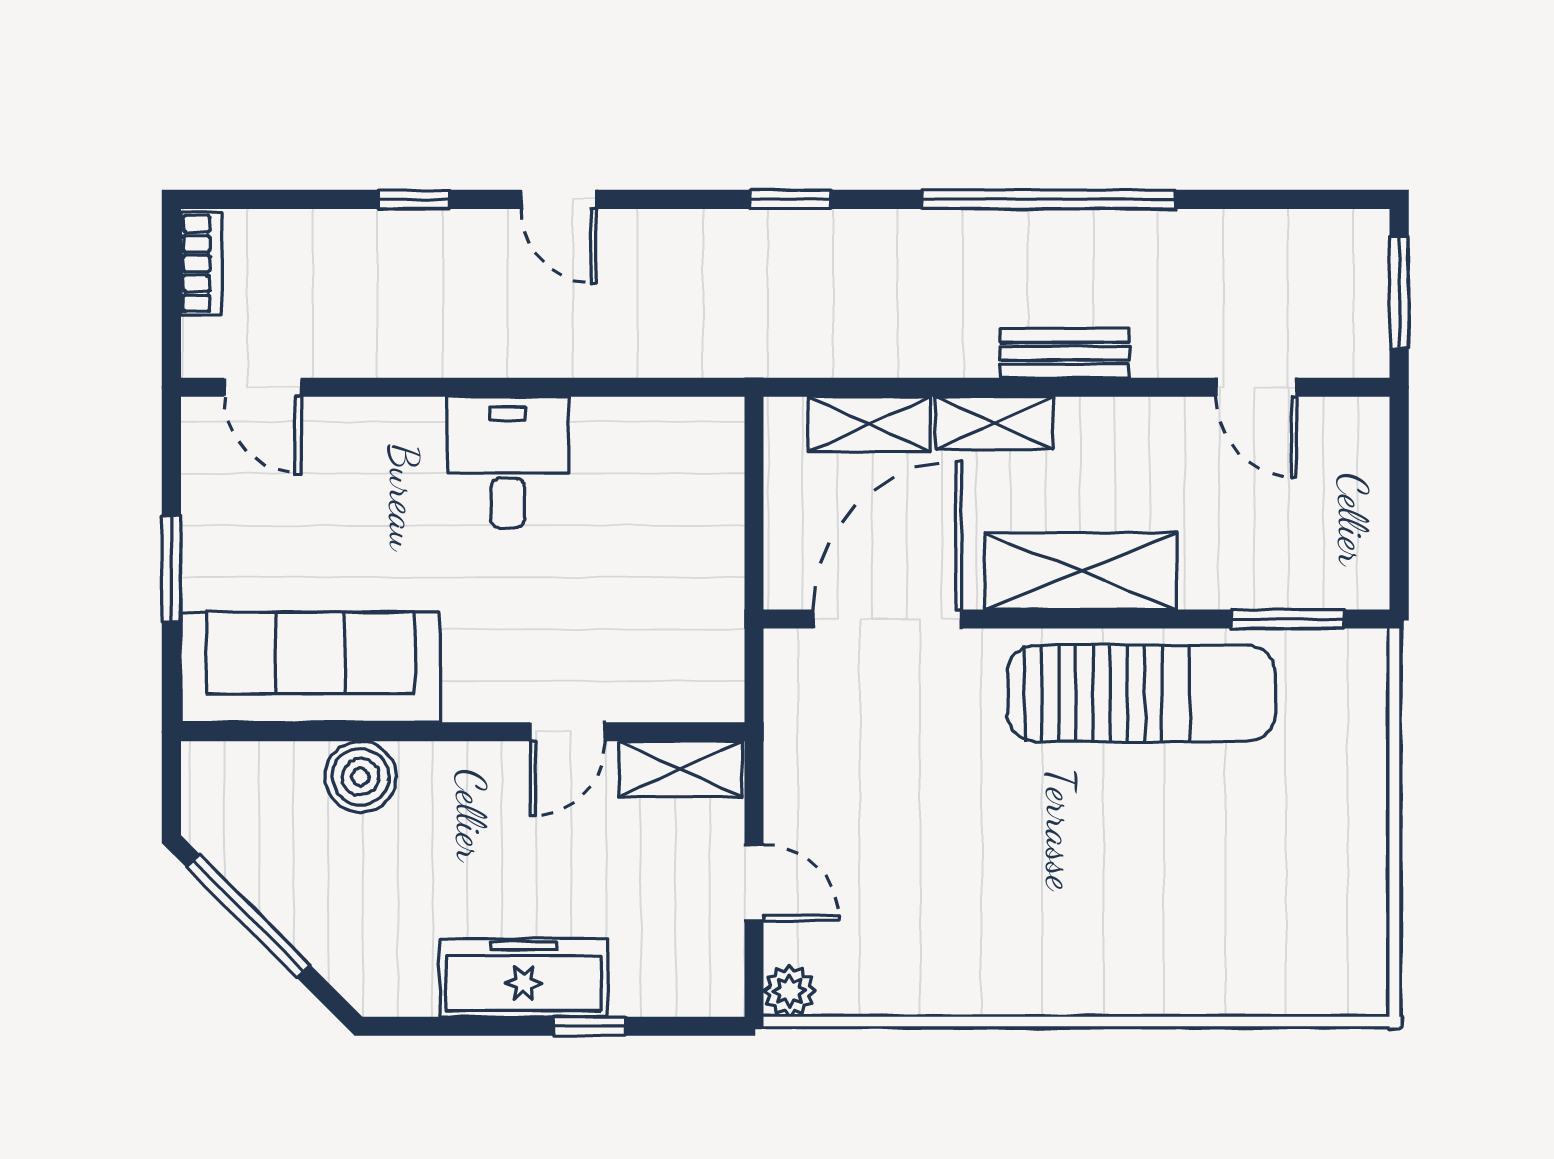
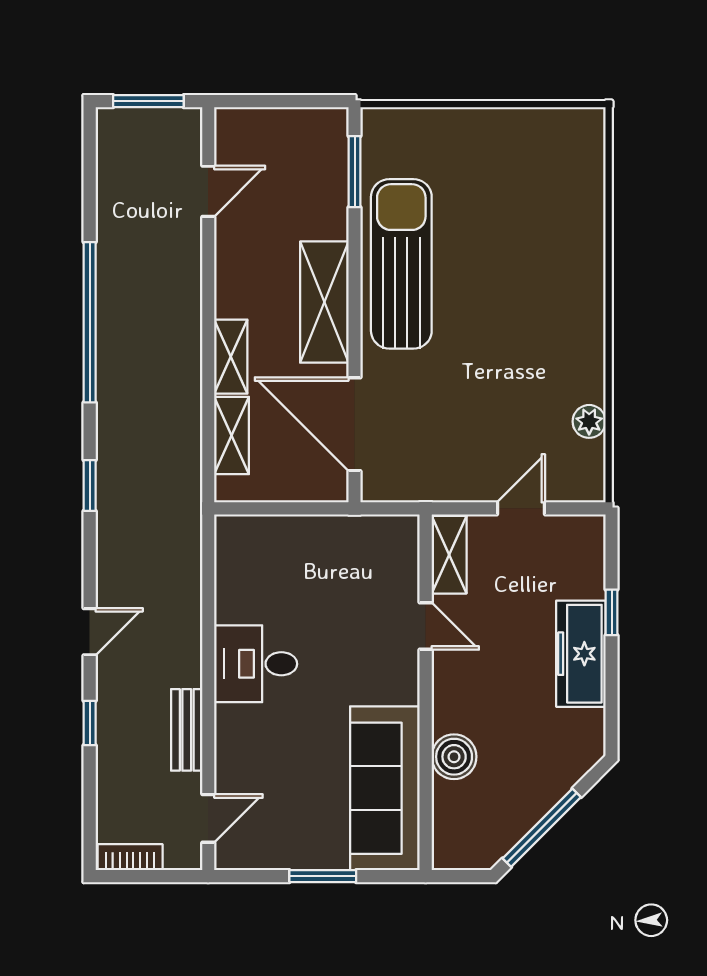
bench: (1065, 353) -> (187, 730), moved
plant: (789, 991) -> (589, 421), moved

